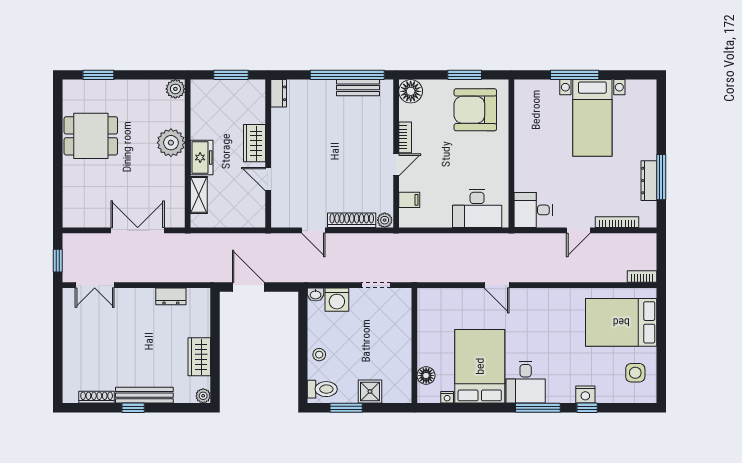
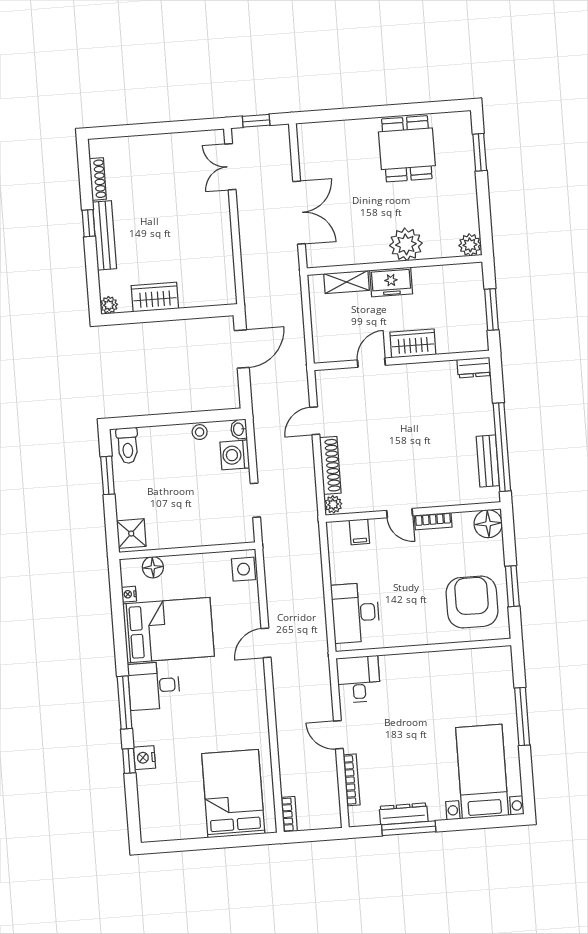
bed with nightstands: (592, 118) -> (482, 771), moved, turned 90
dresser: (171, 296) -> (224, 258), removed
stool: (319, 355) -> (200, 432), moved
side table: (635, 373) -> (244, 569), moved
shower: (370, 391) -> (131, 534), moved

